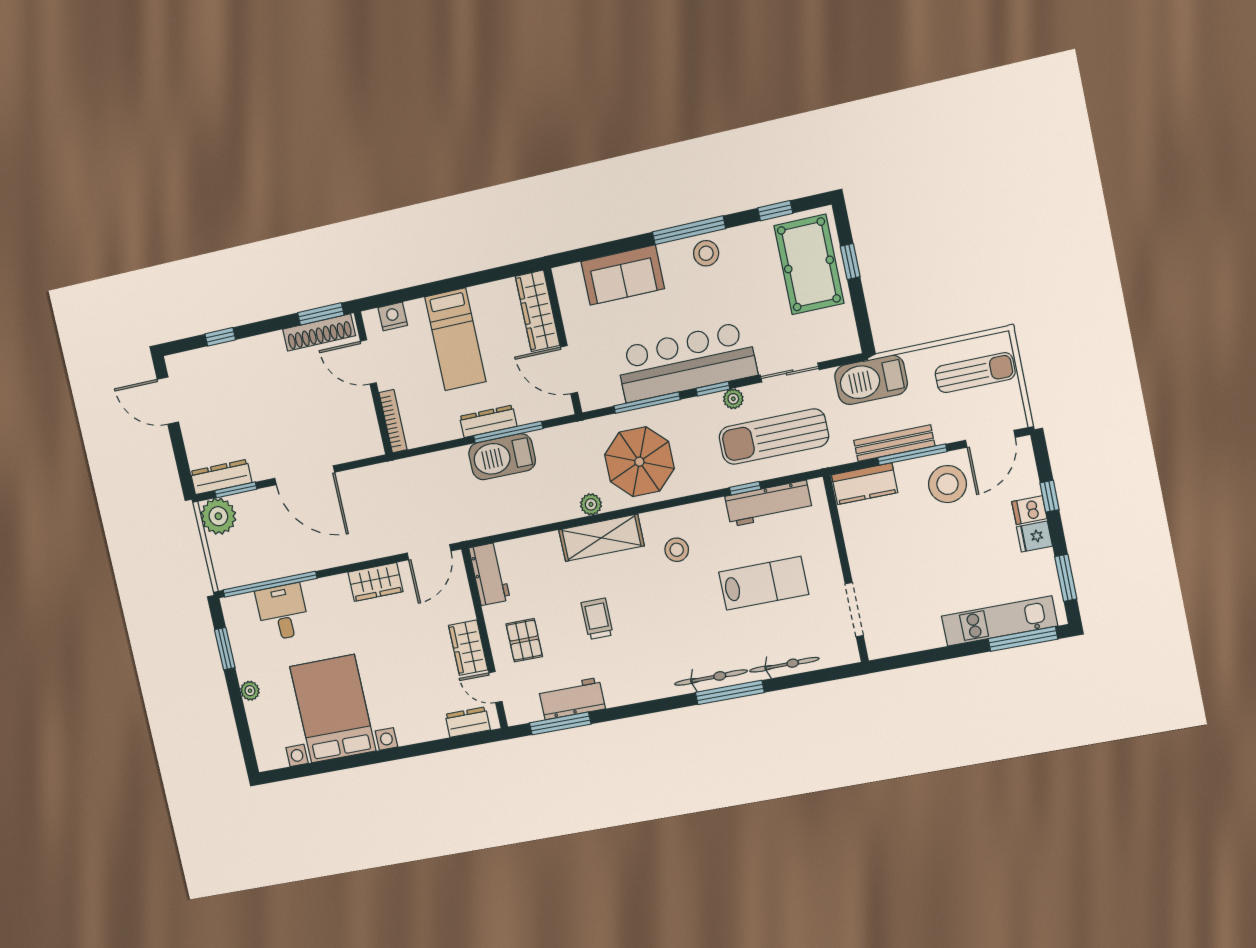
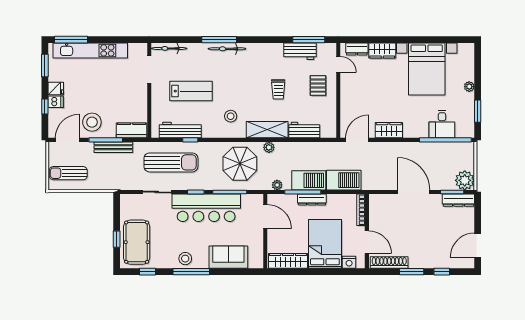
wardrobe: (538, 311) -> (288, 261), moved, turned -90
window: (321, 314) -> (412, 272), moved
bed: (455, 339) -> (325, 244), width x1.50
barbecue: (871, 380) -> (344, 180), moved
plant: (733, 399) -> (277, 185), moved
door: (168, 401) -> (478, 245), swing flipped
workbench: (490, 574) -> (304, 130), moved, turned 90
lab bench: (764, 583) -> (191, 91), turned 180
kitchen unit: (999, 621) -> (90, 50), width x1.36
wardrobe: (468, 648) -> (382, 51), moved, turned 90
bicycle: (784, 665) -> (169, 48), moved

